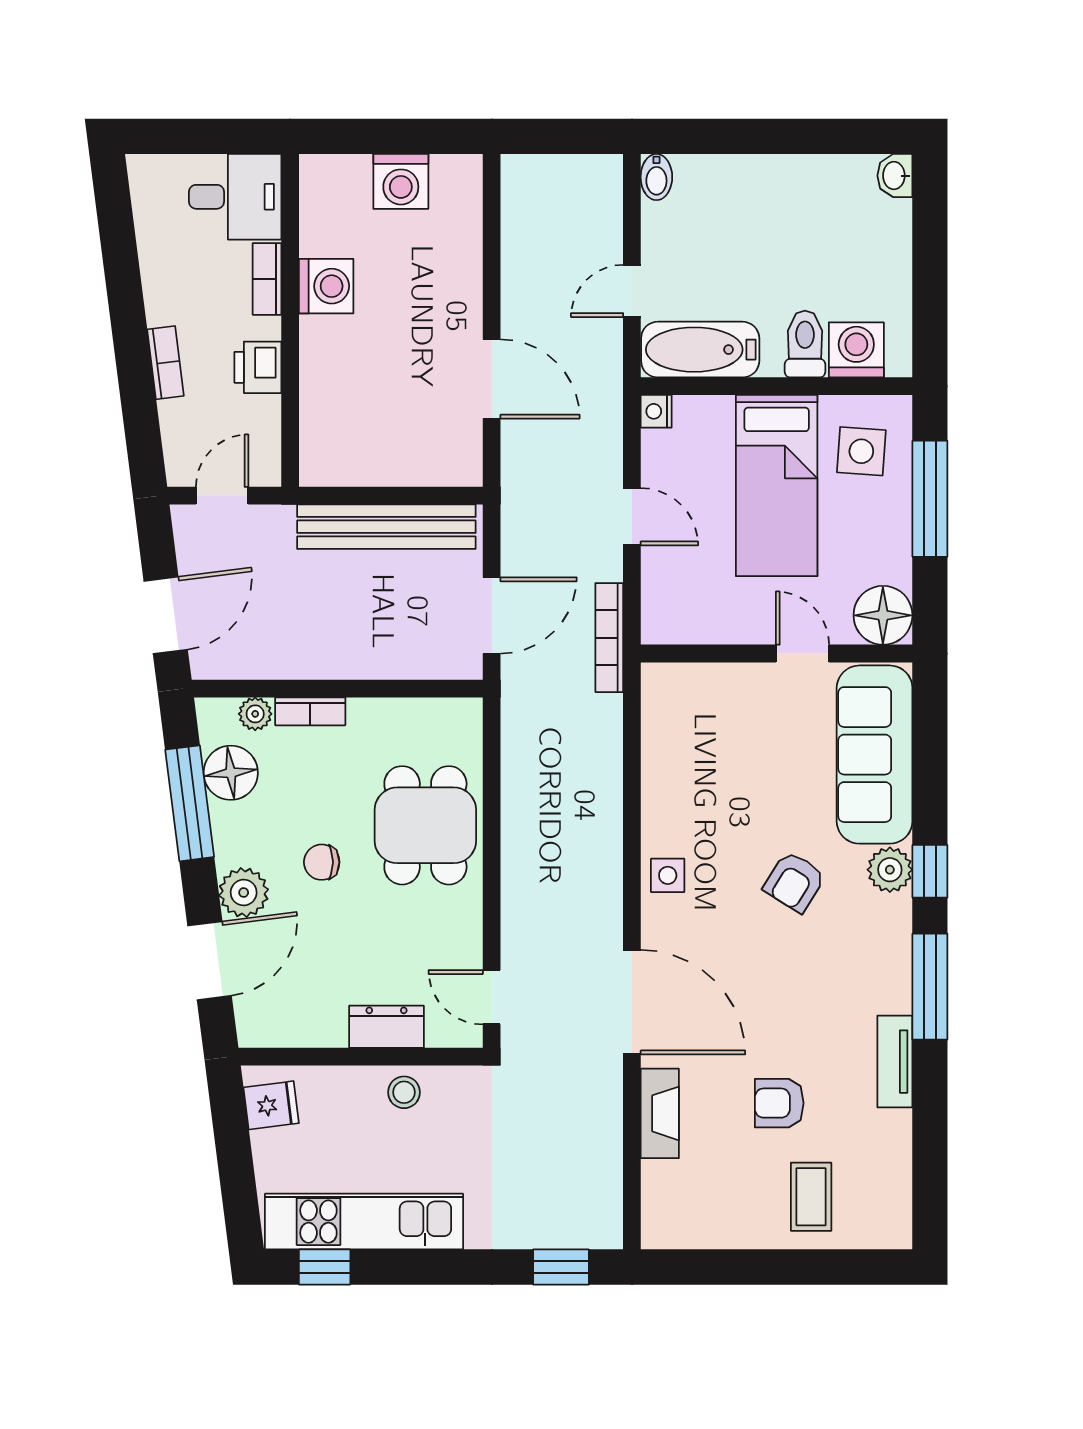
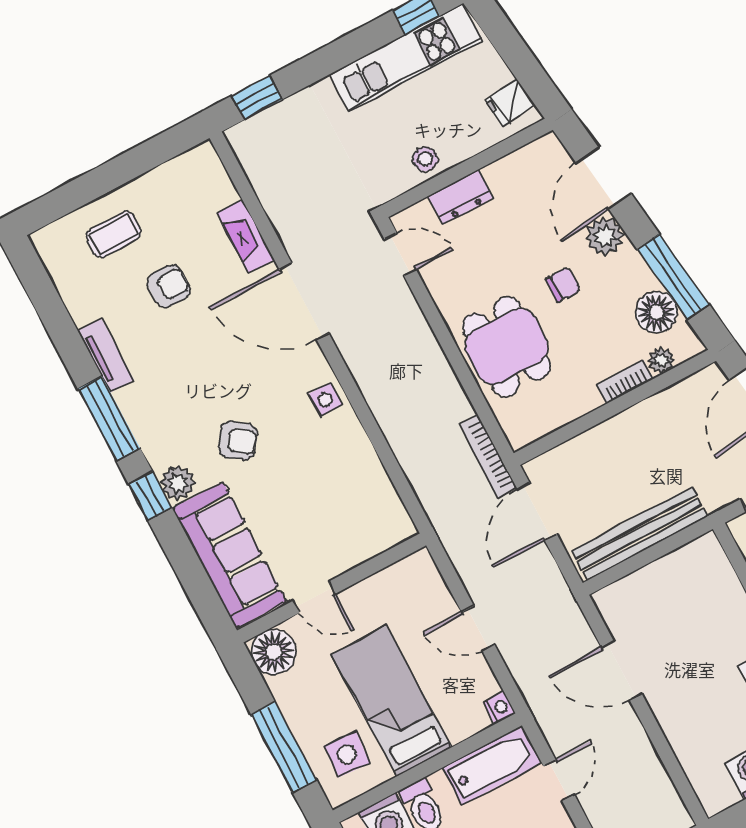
bookcase: (609, 638) -> (488, 456), moved, turned 180
armchair: (794, 882) -> (238, 441), turned 95
coffee table: (811, 1197) -> (114, 234), turned 90

